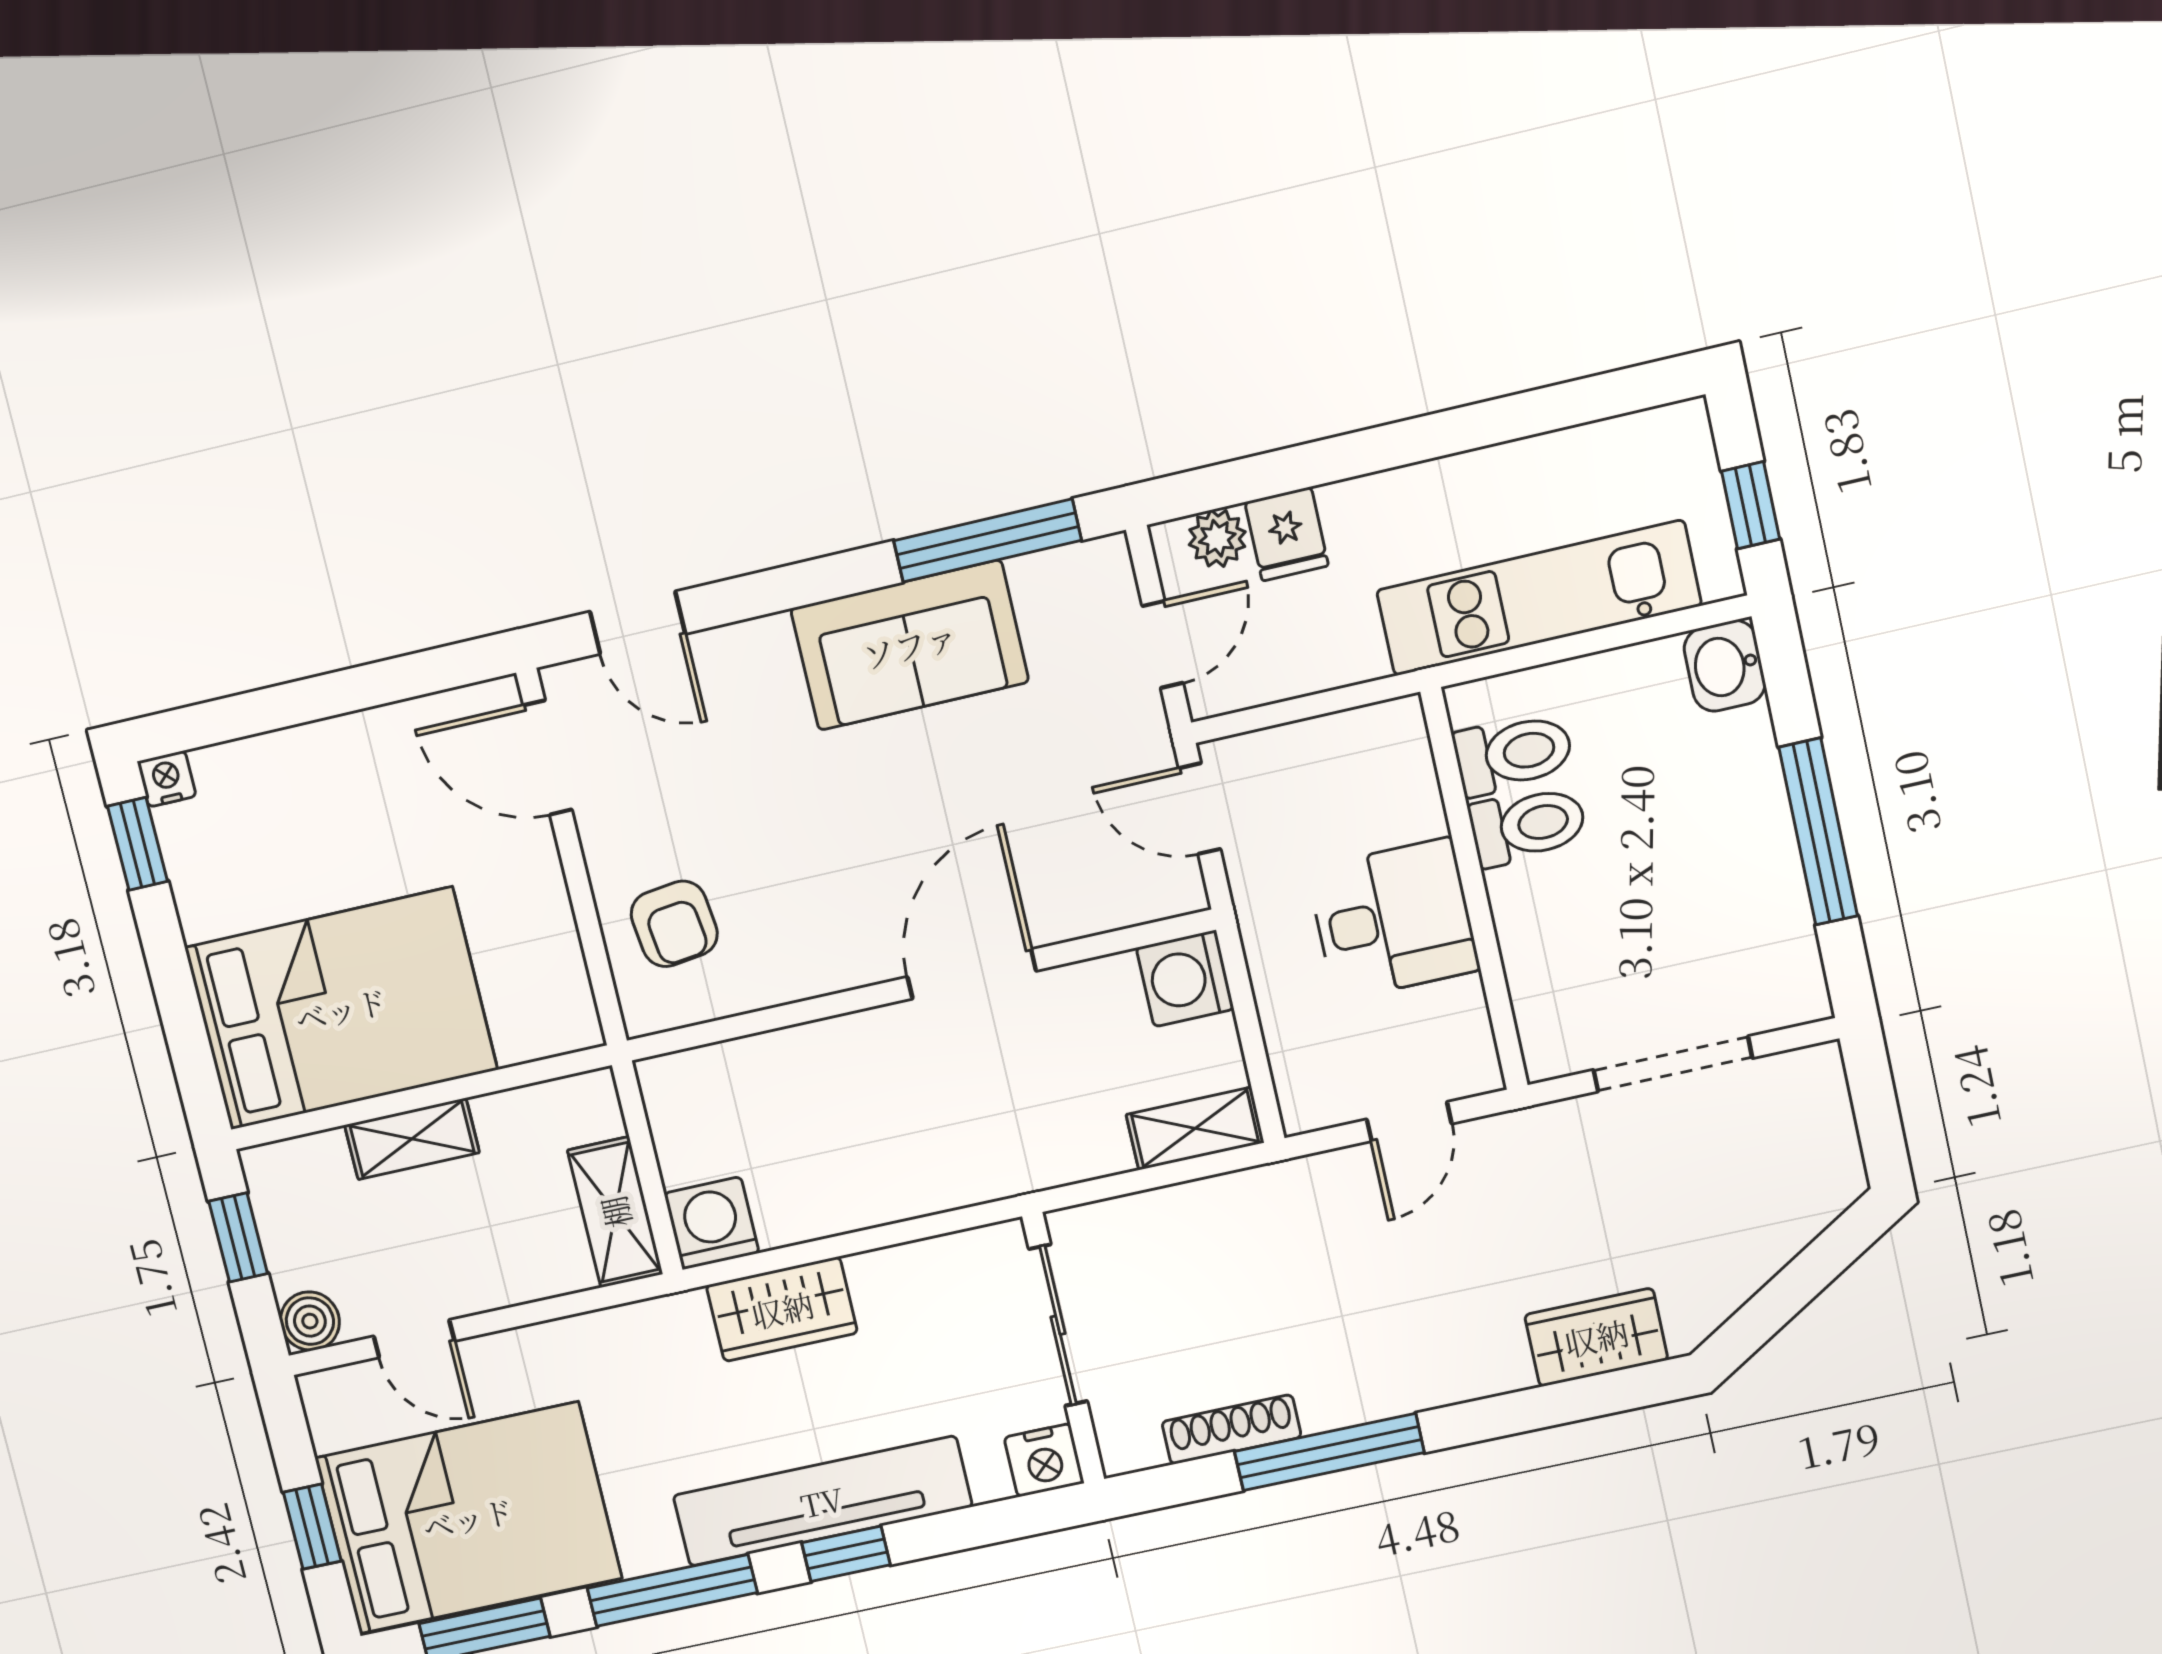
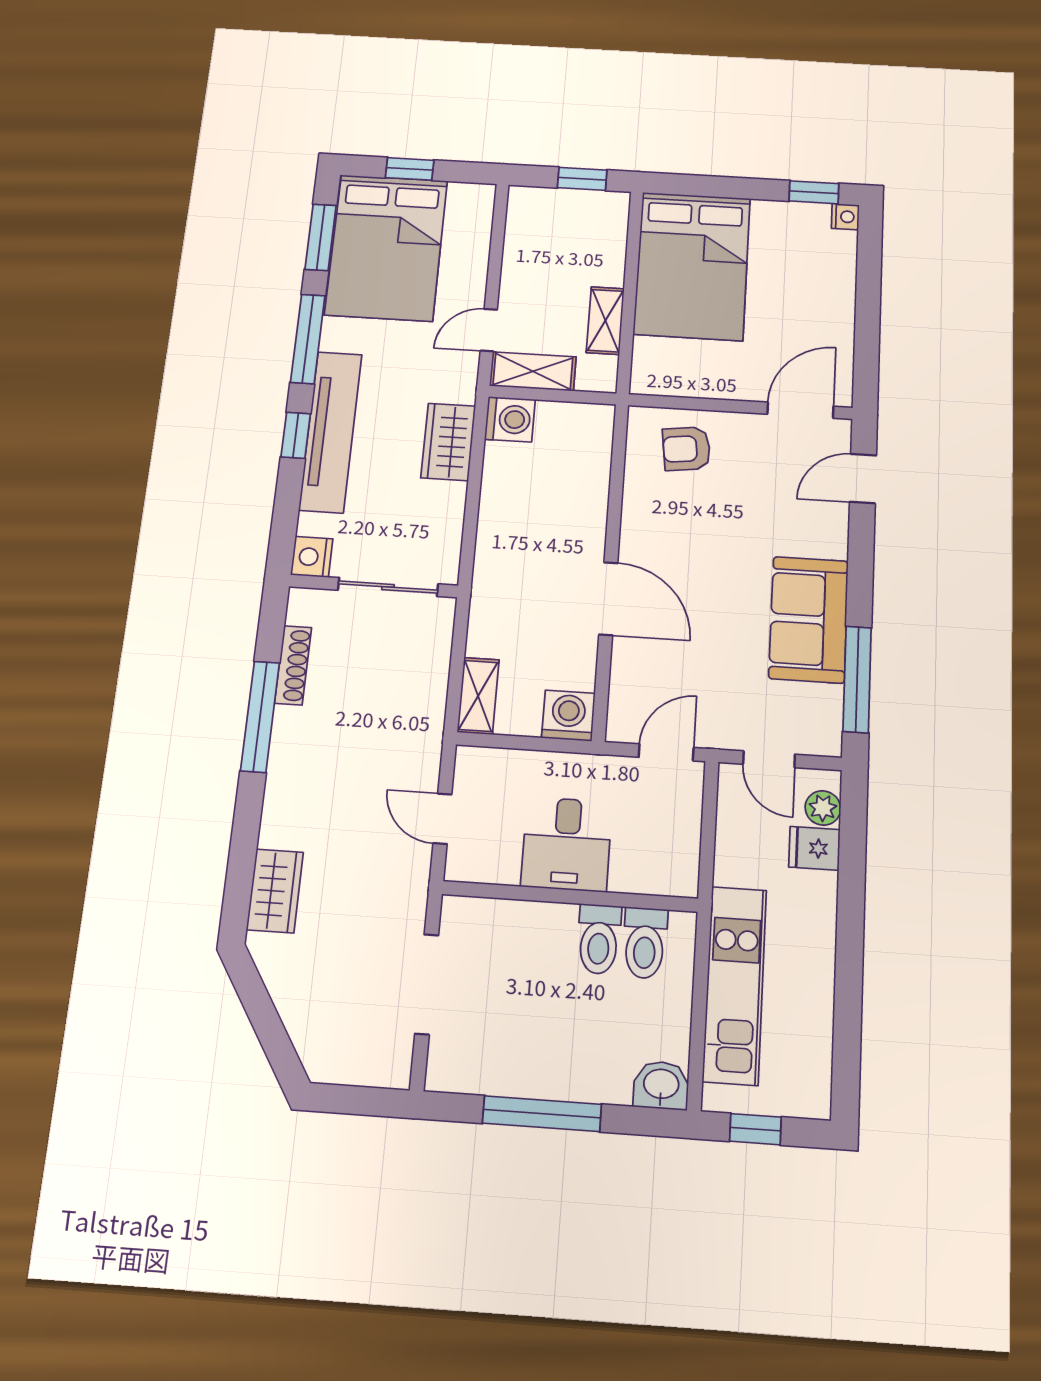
shelving: (412, 1139) -> (605, 321), moved
boiler: (310, 1321) -> (524, 201), removed
door: (414, 1339) -> (489, 330), moved

